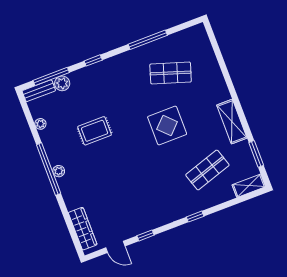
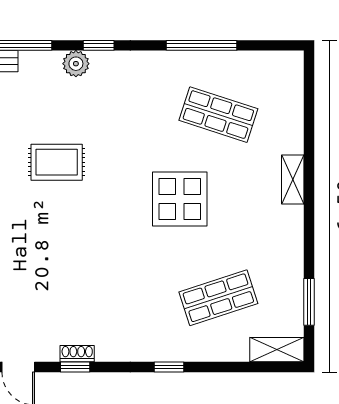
plant: (62, 83) -> (76, 64), moved
shelving: (232, 122) -> (293, 179), moved, width x0.67, depth x0.75
shoe rack: (144, 228) -> (77, 354), added

